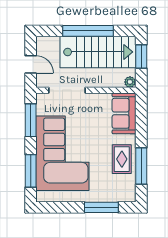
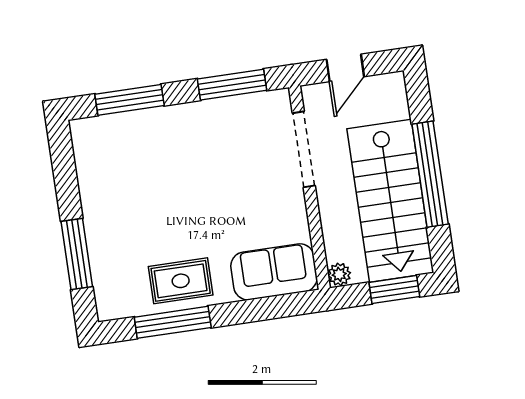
corner sofa: (62, 153) -> (175, 159), removed

